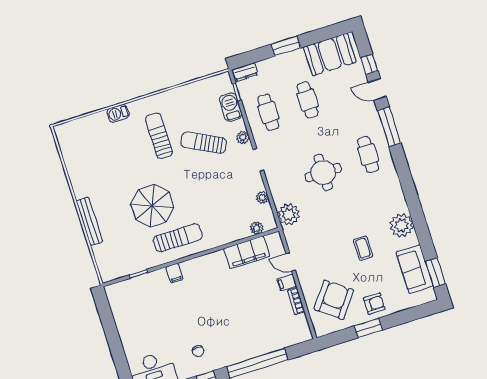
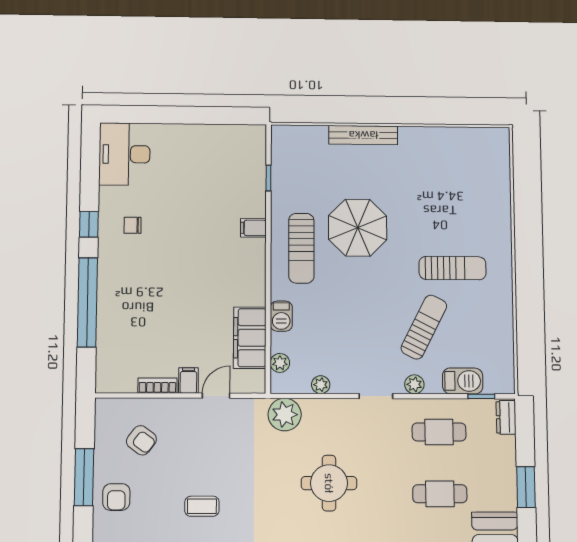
barbecue: (118, 113) -> (281, 316), moved, turned 180
armchair: (334, 300) -> (141, 440), width x0.53, depth x0.53
window: (368, 328) -> (84, 477), width x1.44

